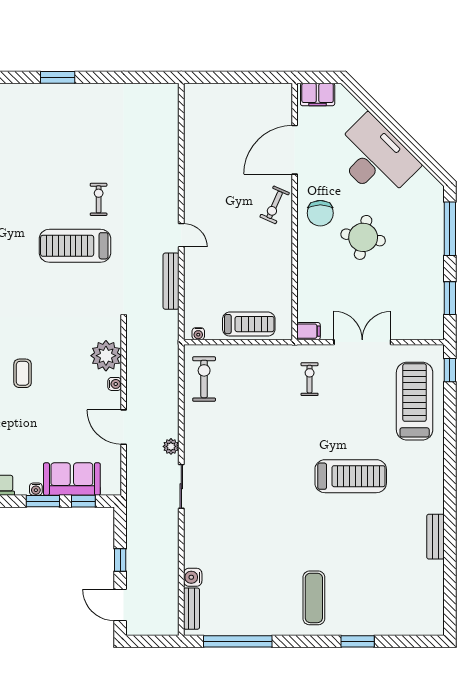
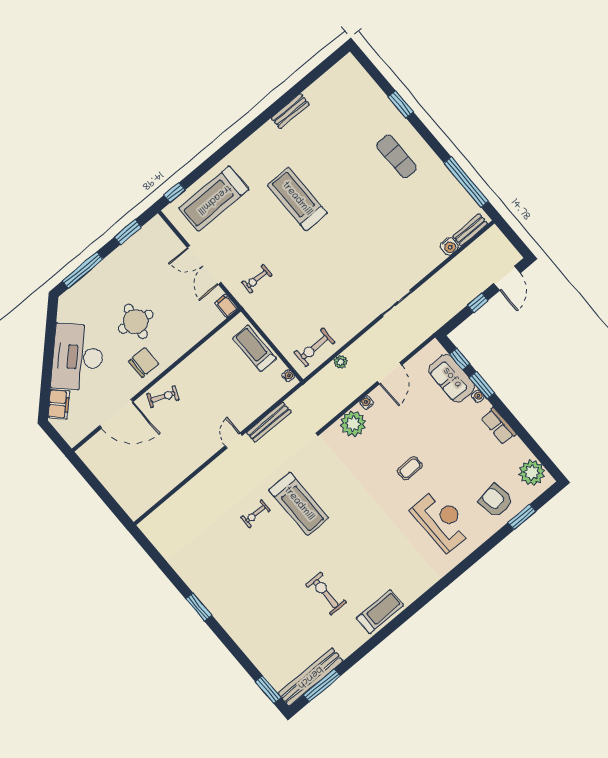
filing cabinet: (318, 95) -> (59, 404), moved, turned 45
plant: (171, 446) -> (341, 362), moved
exercise mat: (314, 598) -> (396, 156), turned 90

